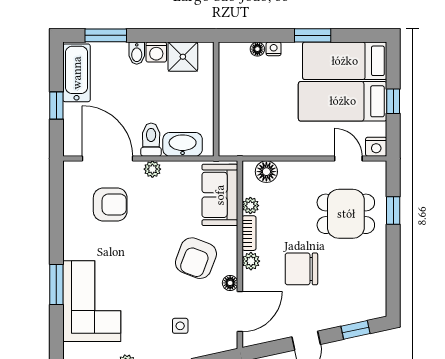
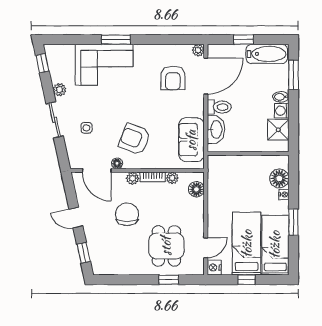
floor lamp: (257, 49) -> (279, 178), width x1.89, depth x1.89
plant: (152, 169) -> (198, 50), moved
sofa: (220, 195) -> (191, 140), moved, turned -90

